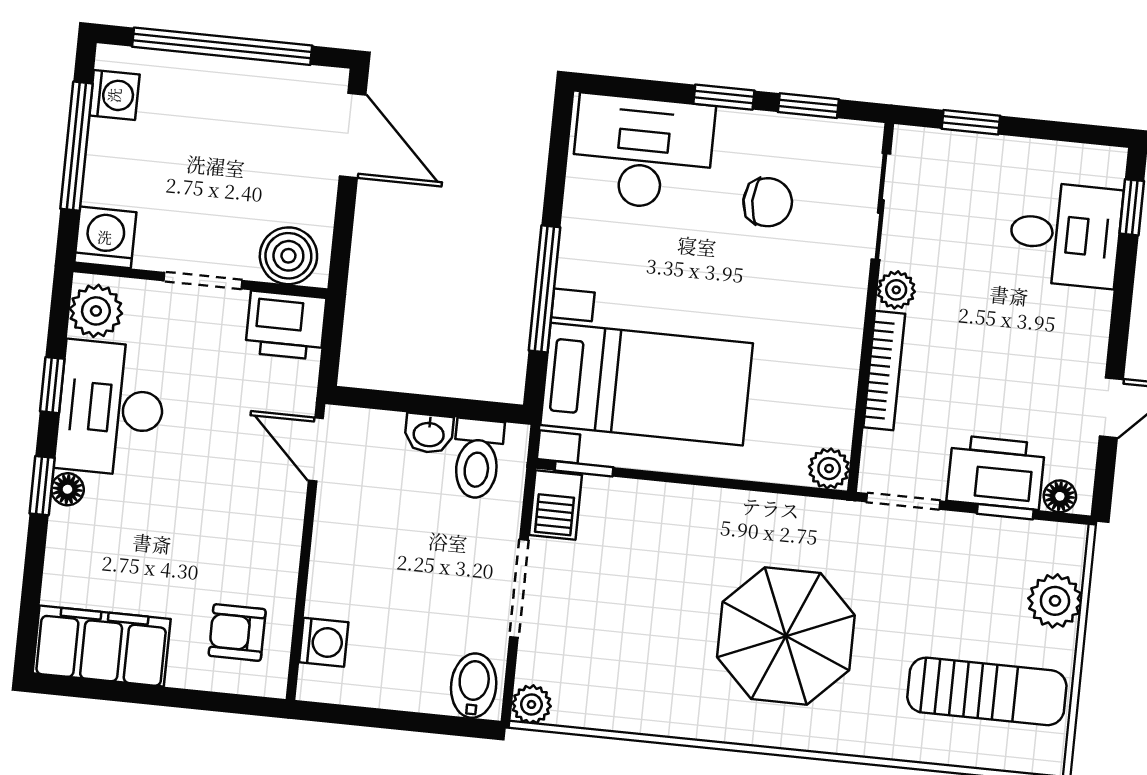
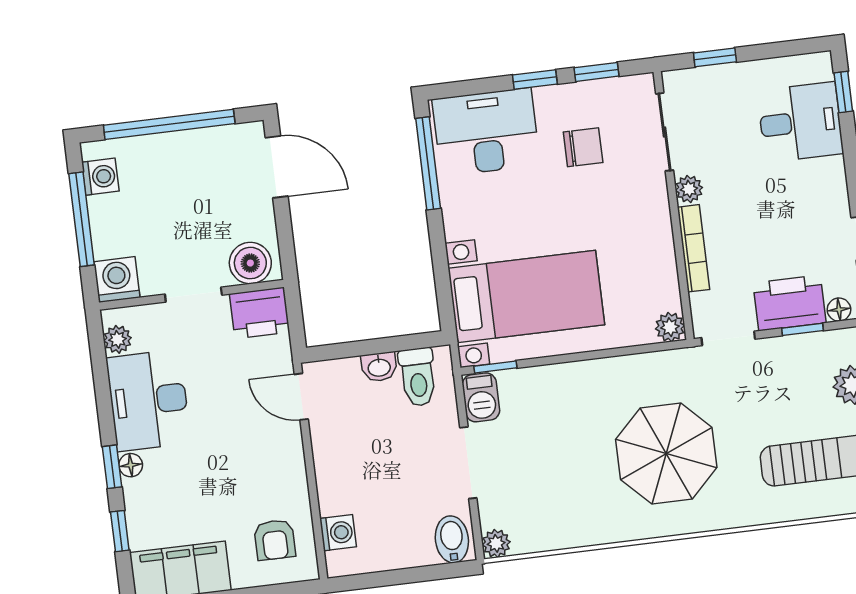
window: (544, 289) -> (428, 163), moved
plant: (96, 311) -> (118, 339), width x0.73, depth x0.73
window: (52, 385) -> (120, 531), moved
armchair: (237, 632) -> (275, 540), turned -90

